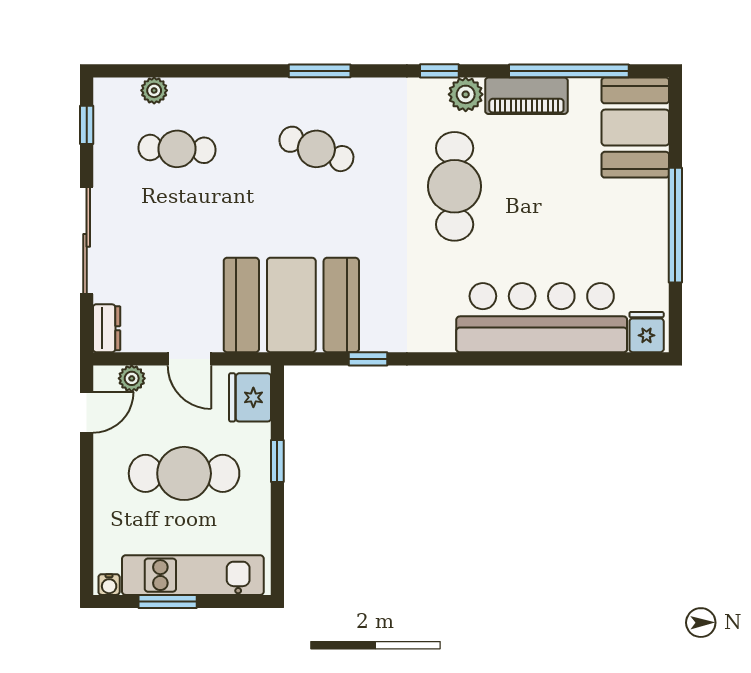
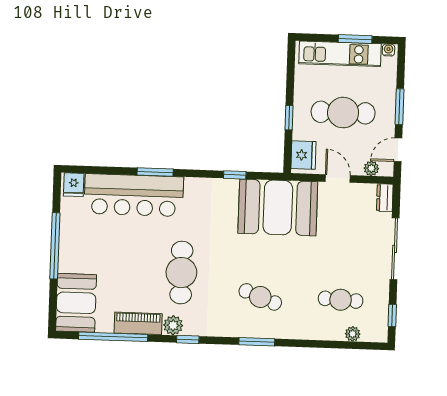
window: (506, 359) -> (155, 172), added
window: (87, 487) -> (400, 107), added

